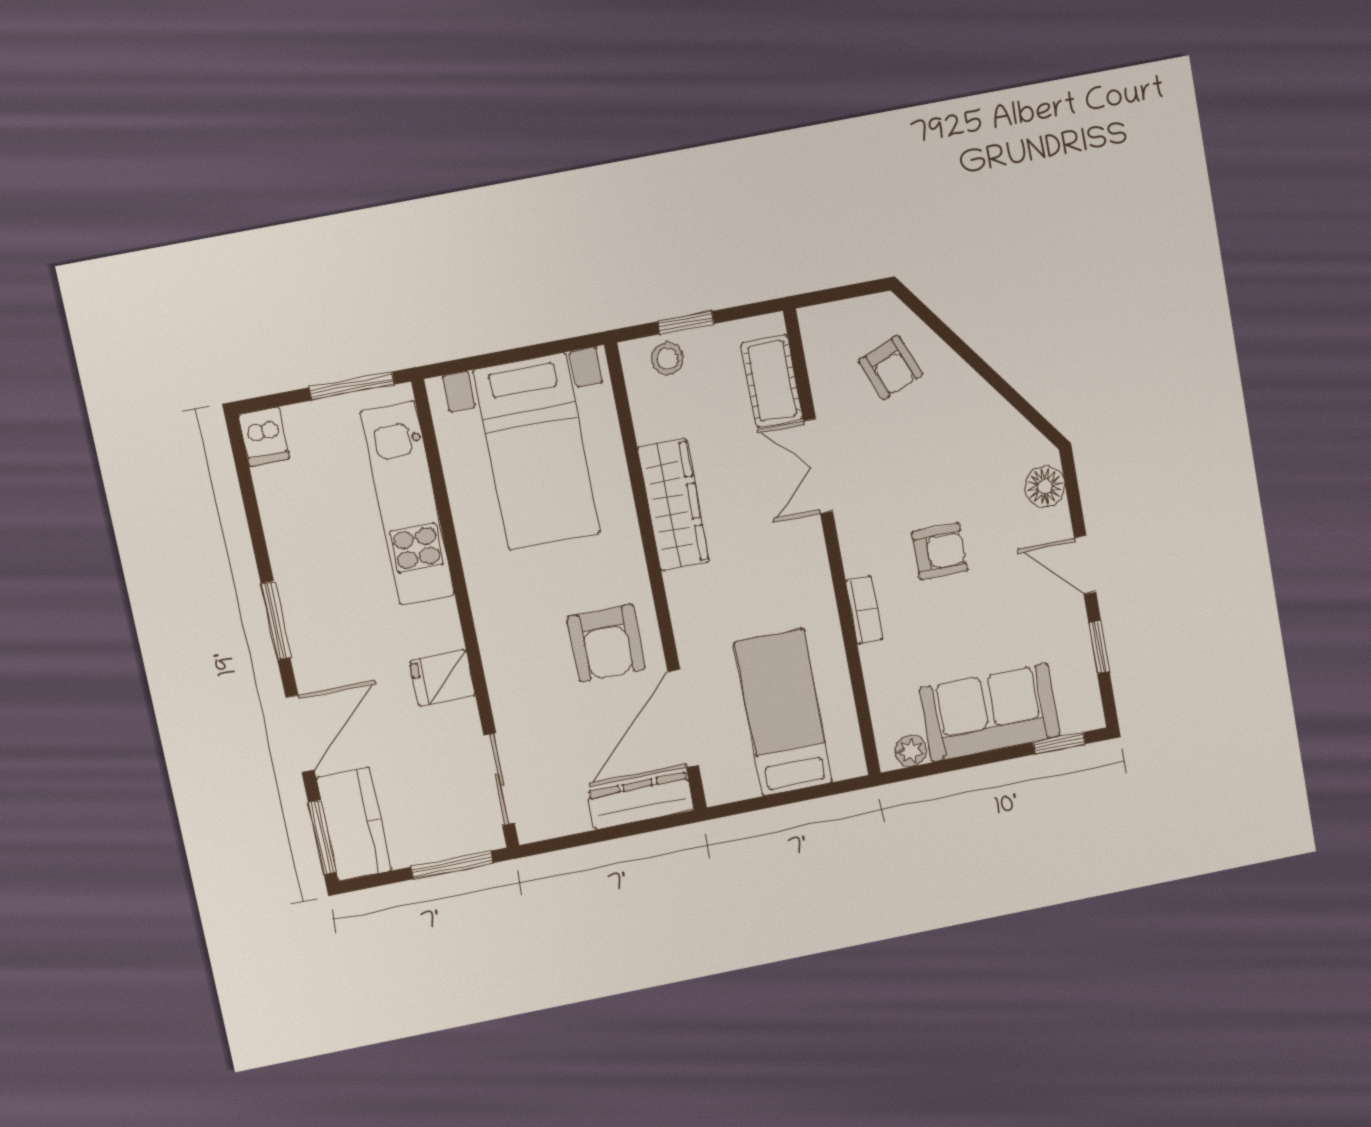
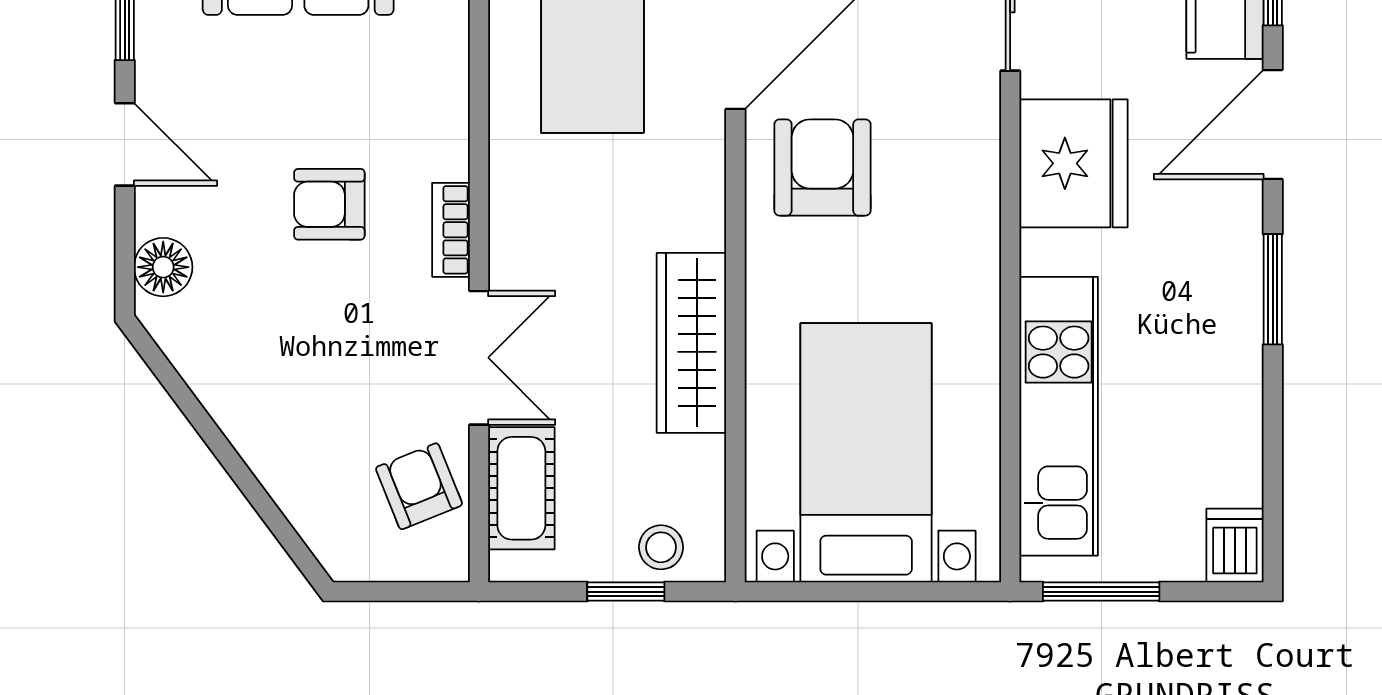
armchair: (890, 368) -> (419, 486), moved
bookcase: (864, 610) -> (451, 230), moved
fridge: (443, 678) -> (1074, 163), width x1.88, depth x1.34

